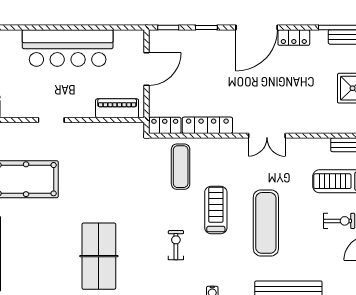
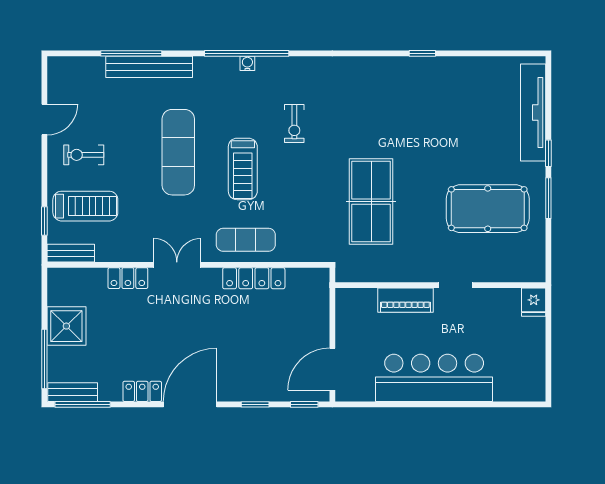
door: (146, 69) -> (332, 369), moved
piano: (117, 108) -> (405, 300), moved
locker: (165, 125) -> (128, 278), moved
exercise mat: (181, 167) -> (246, 240), moved, turned 90
table tennis table: (99, 256) -> (371, 202), moved

